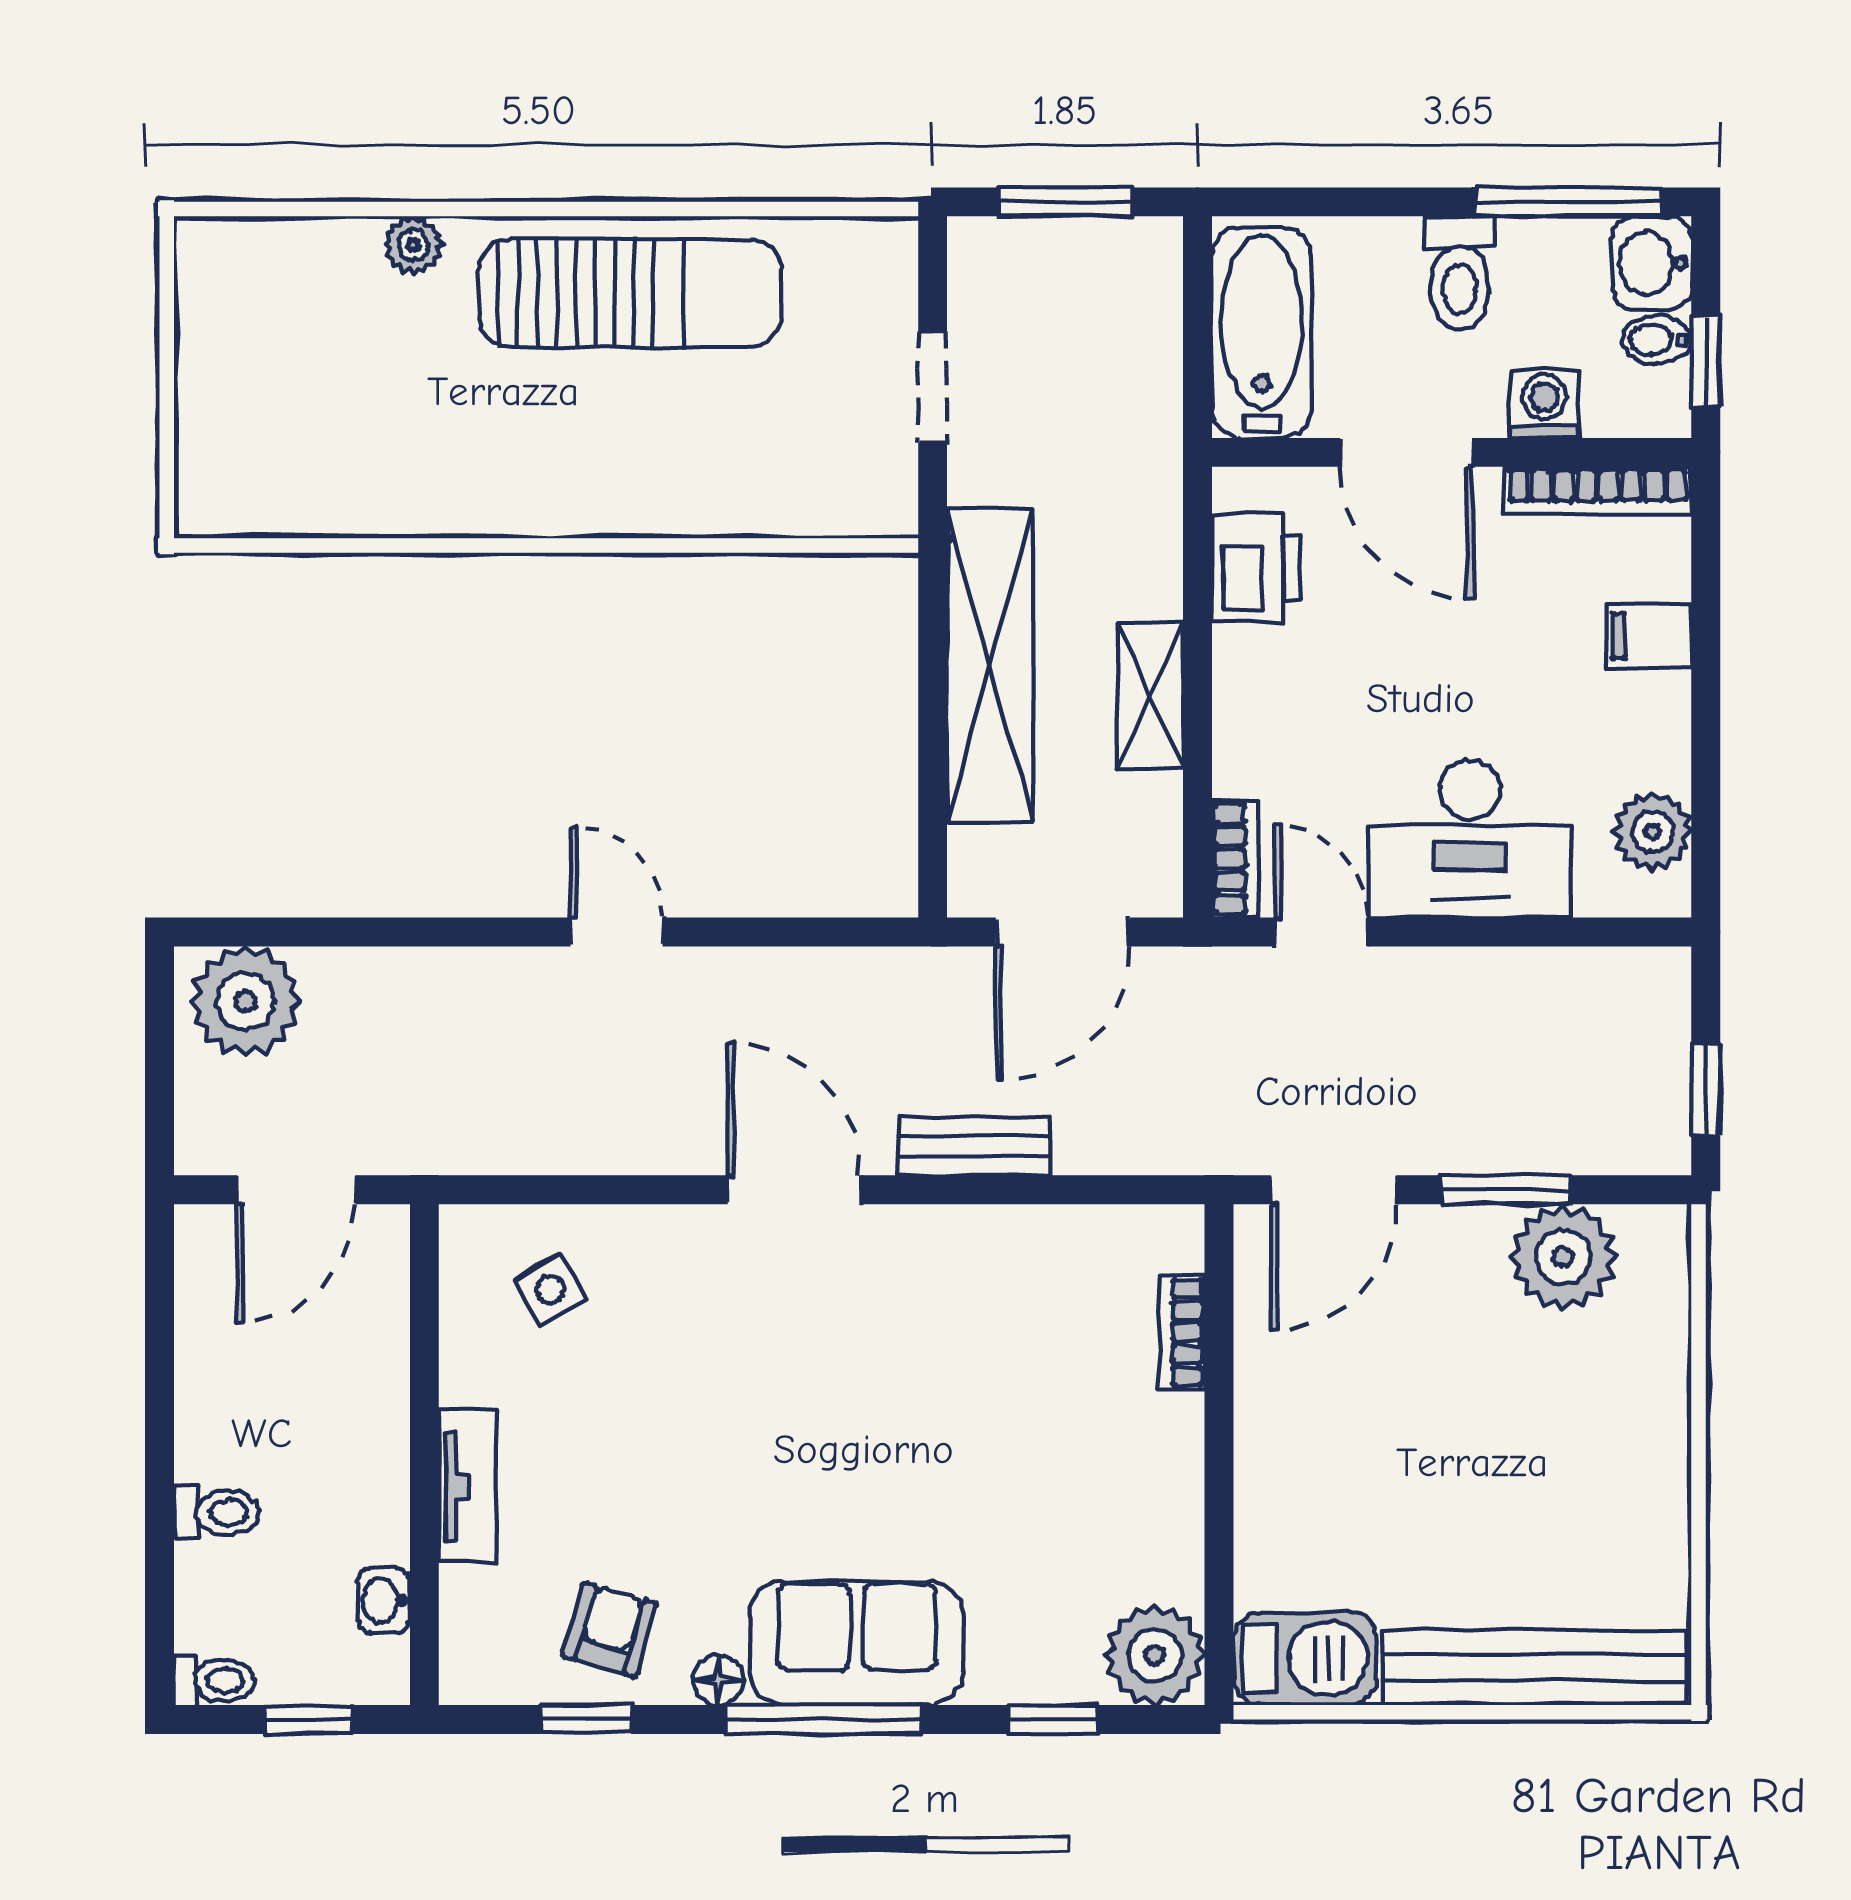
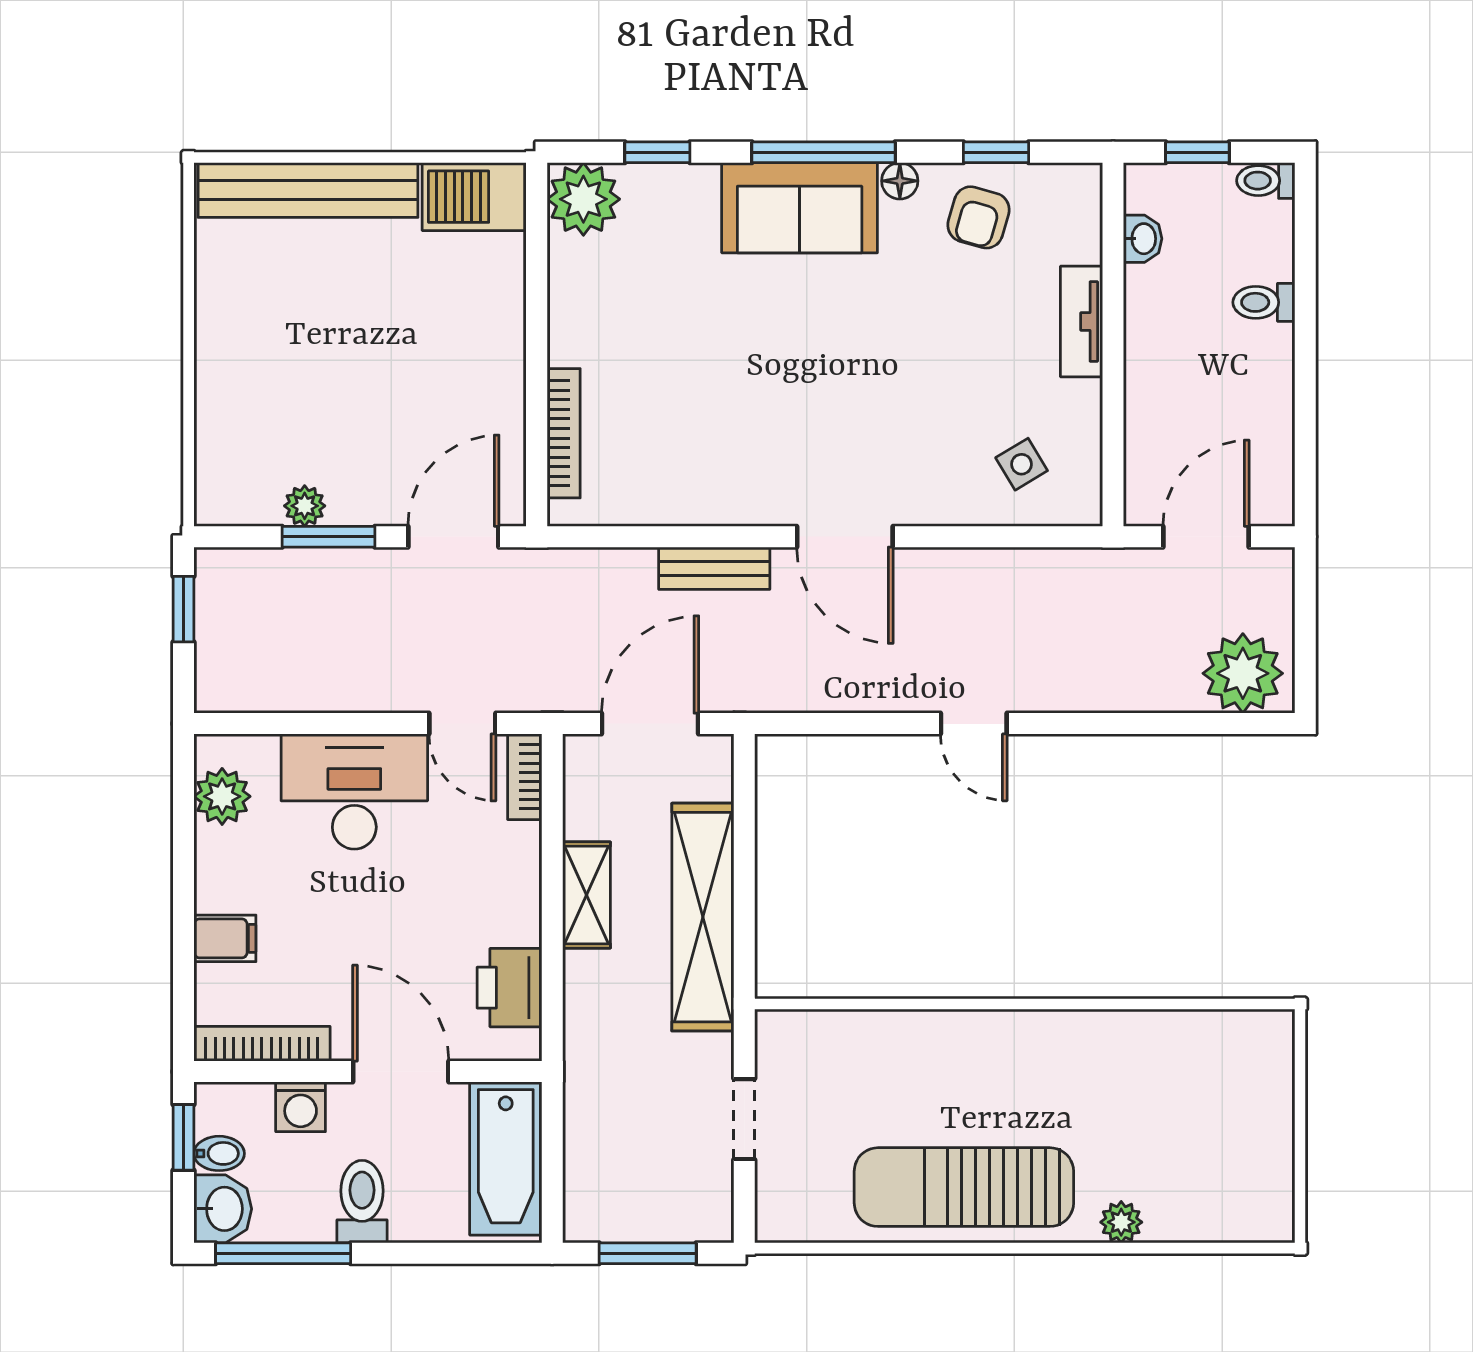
plant: (1563, 1257) -> (305, 506), width x0.53, depth x0.53
bookcase: (1182, 1332) -> (564, 433), width x1.56

